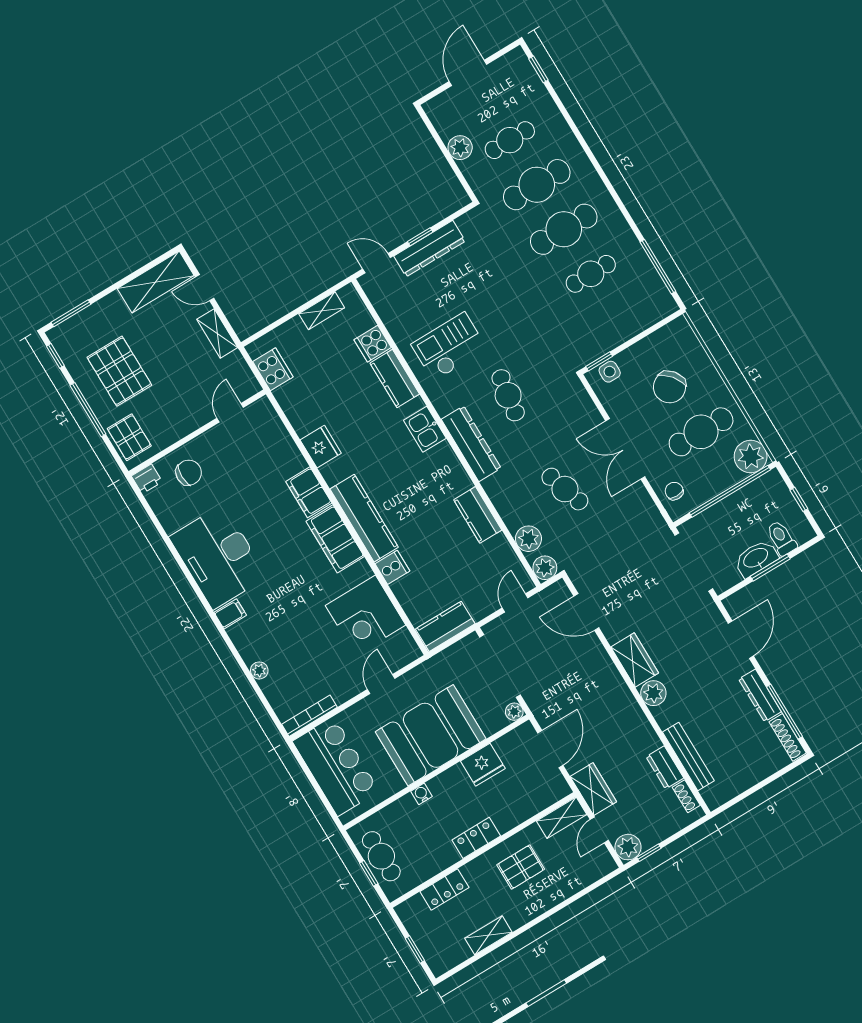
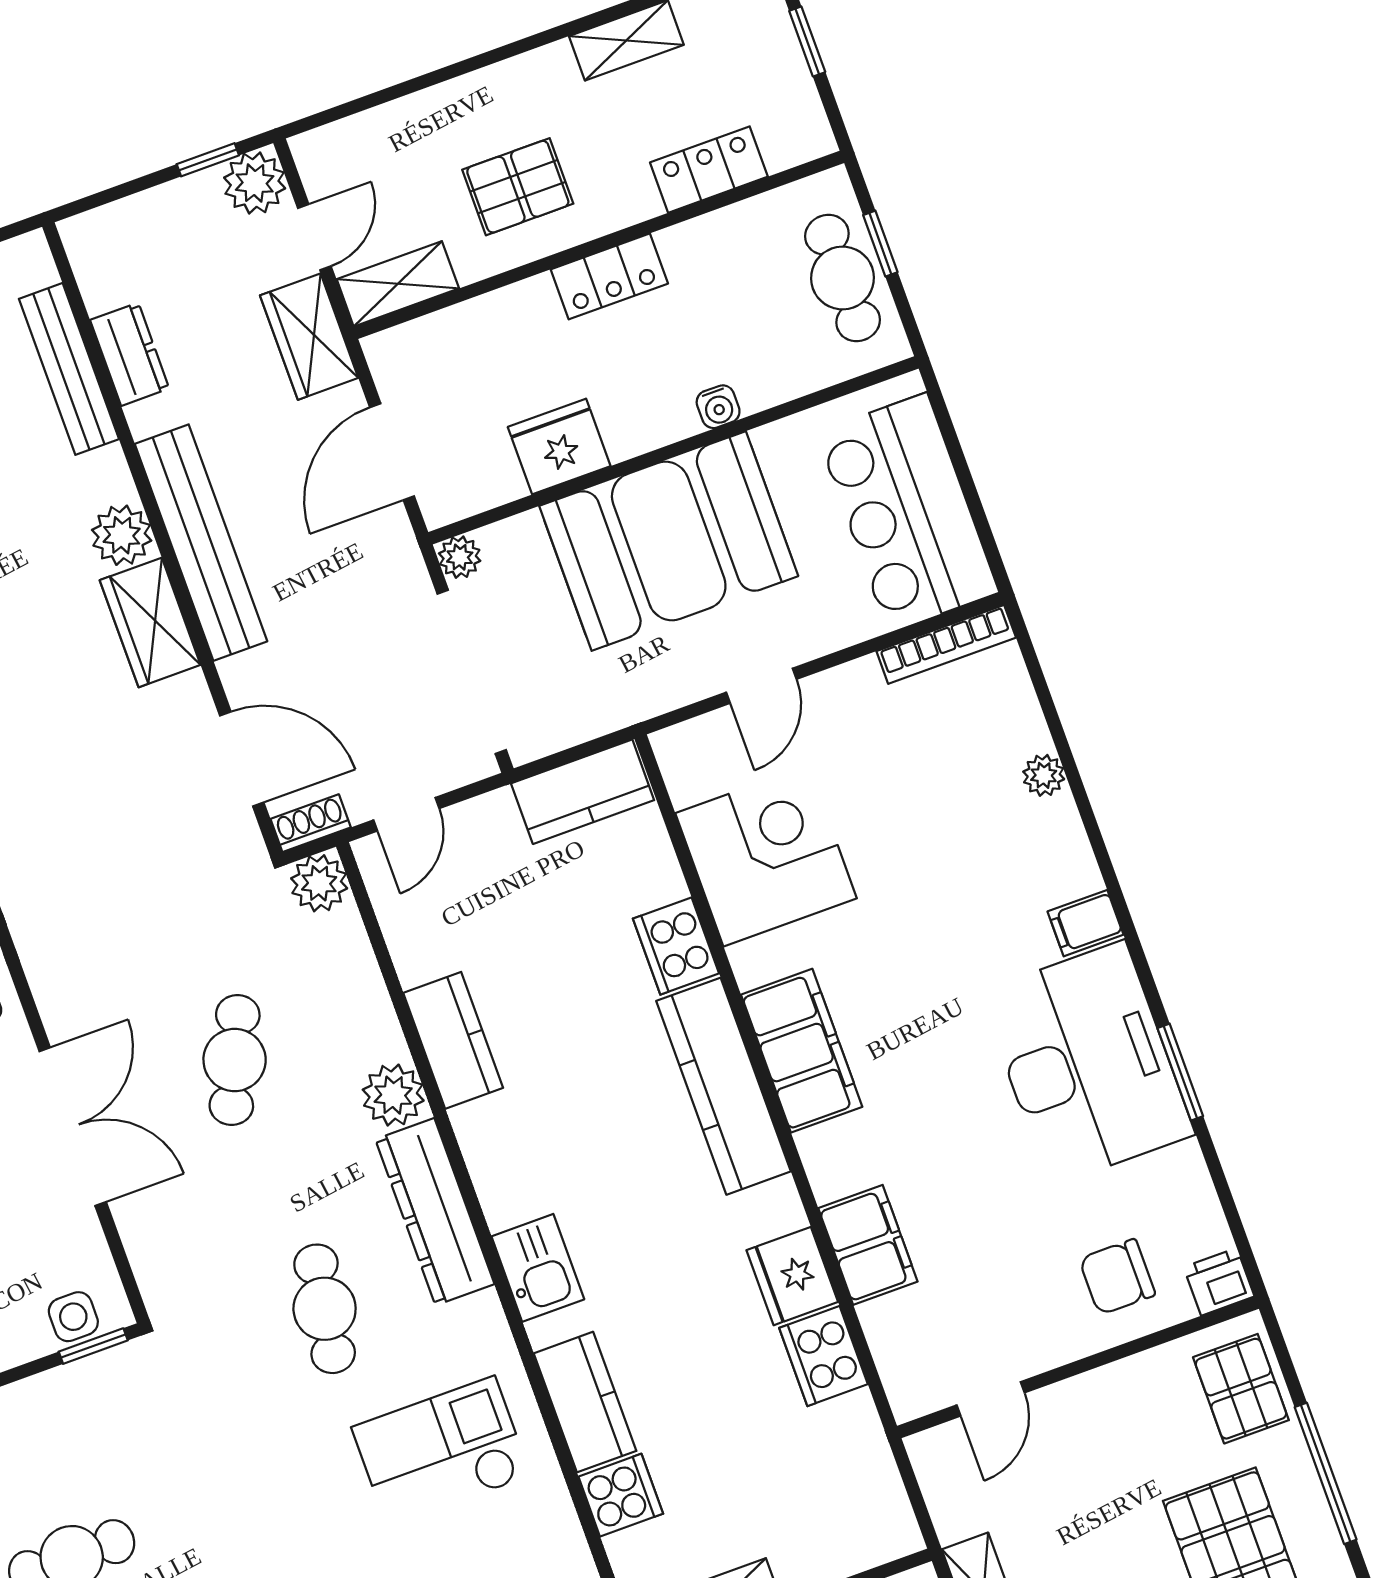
checkout: (449, 347) -> (441, 1452), turned 180
cooker: (273, 369) -> (824, 1356), moved
cafe table: (565, 489) -> (235, 1060), turned 42
filing cabinet: (309, 492) -> (868, 1245), moved
plant: (528, 539) -> (393, 1095), moved
window: (180, 561) -> (1180, 1072), added
cooker: (392, 567) -> (676, 946), width x1.36
bench: (621, 697) -> (201, 543), added
shoe rack: (686, 796) -> (311, 823), moved, turned -90

